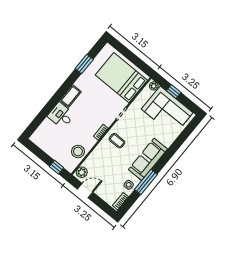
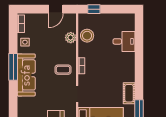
cot: (71, 96) -> (129, 93), moved
desk: (61, 115) -> (124, 41), moved
plant: (82, 172) -> (71, 38), moved
window: (146, 182) -> (13, 67), moved

